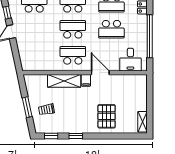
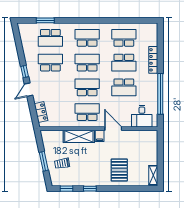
locker: (24, 55) -> (41, 112), added

